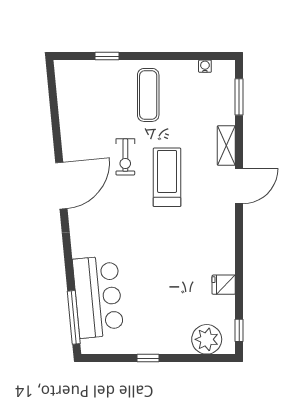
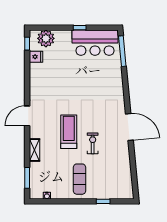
treadmill: (167, 177) -> (69, 132), turned 180
door: (61, 186) -> (129, 127), swing flipped
door: (239, 186) -> (27, 116), moved
fridge: (224, 285) -> (36, 57), moved
bar counter: (98, 297) -> (95, 43), moved, turned -85

